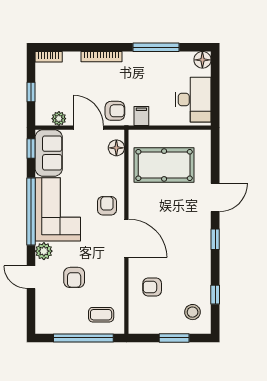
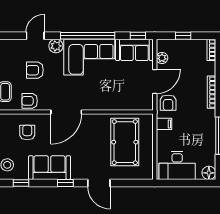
floor lamp: (116, 148) -> (138, 104), removed
armchair: (107, 206) -> (30, 101), moved, turned 180
sofa: (196, 259) -> (50, 168), added

